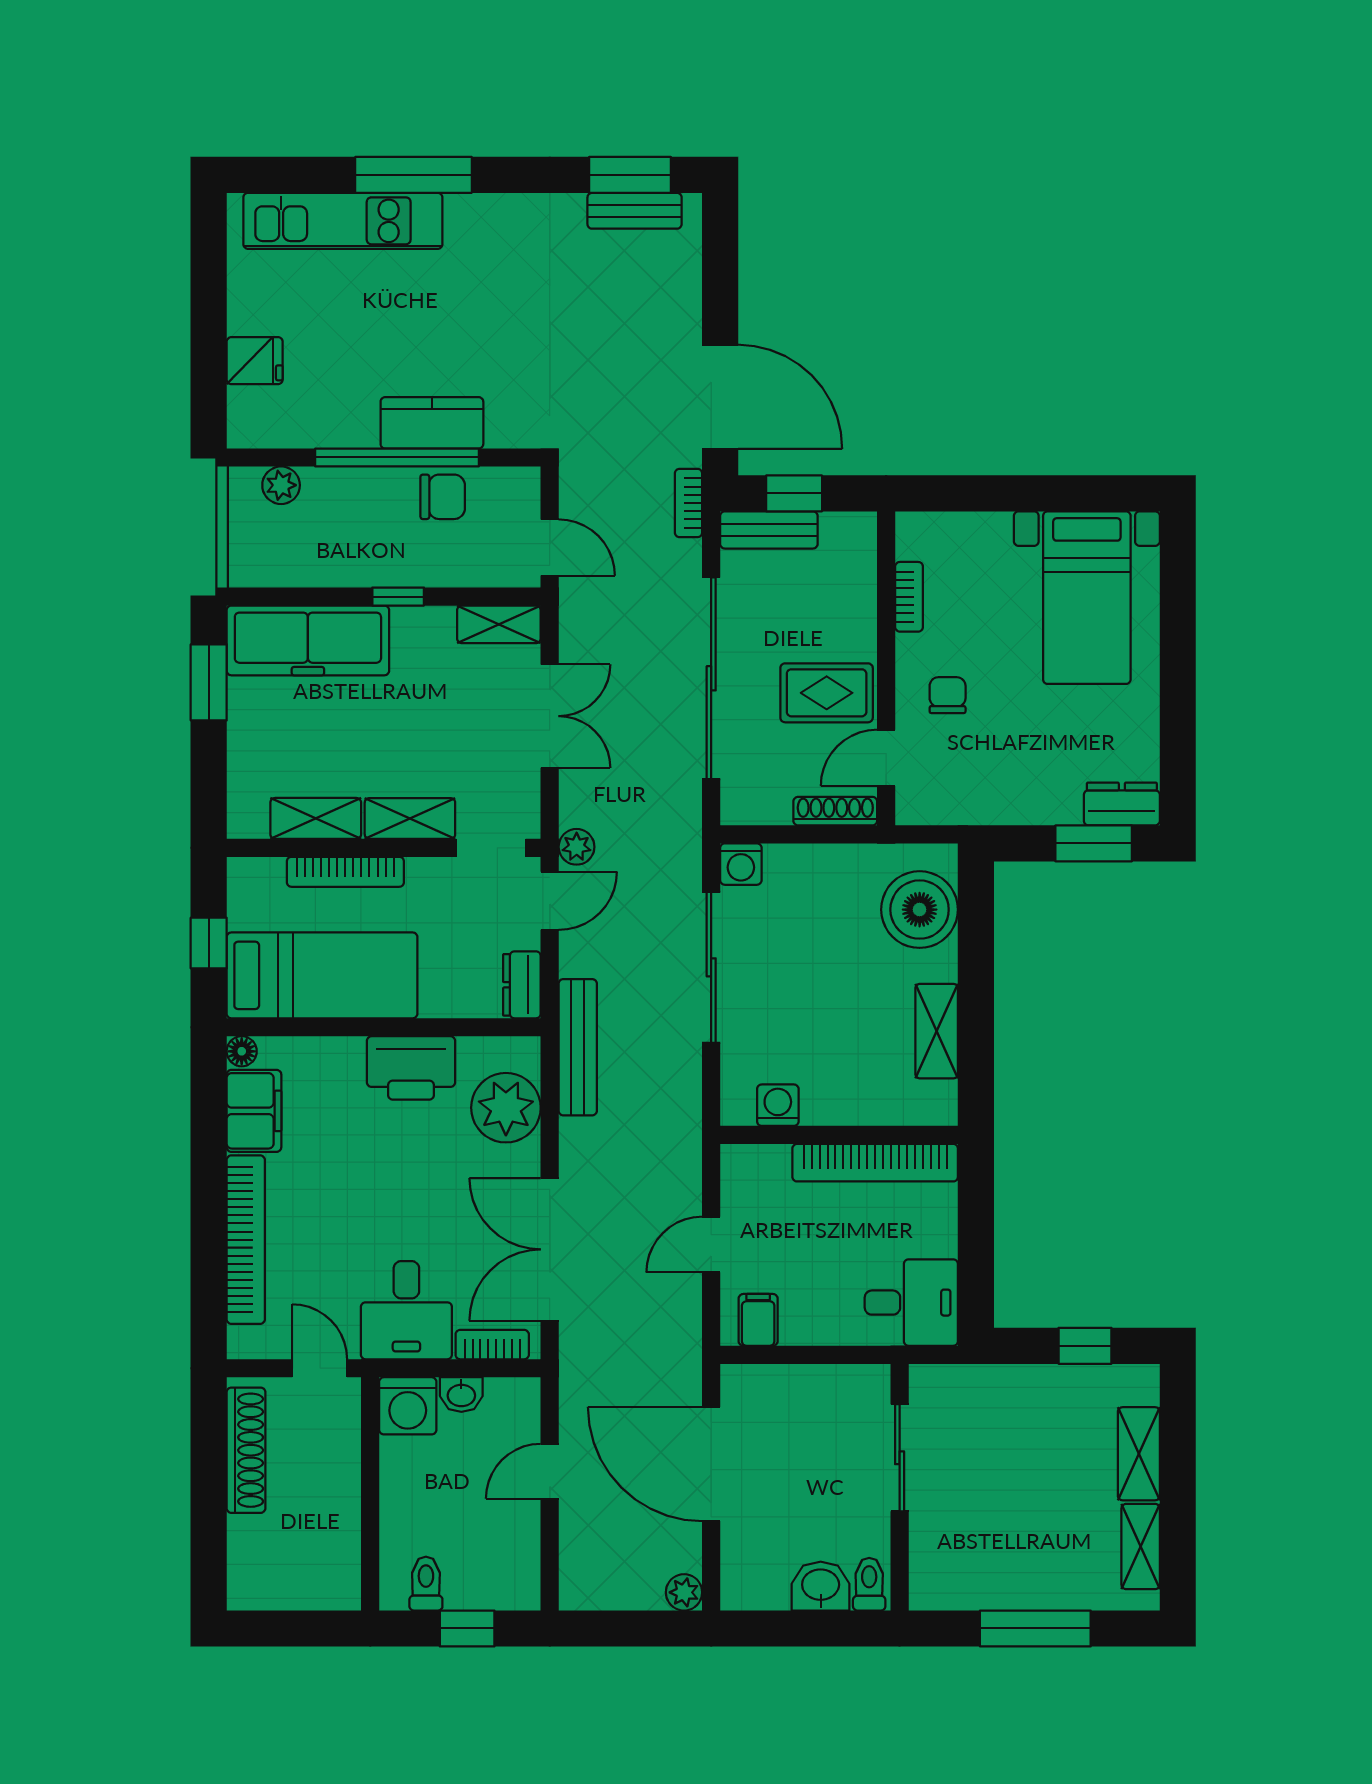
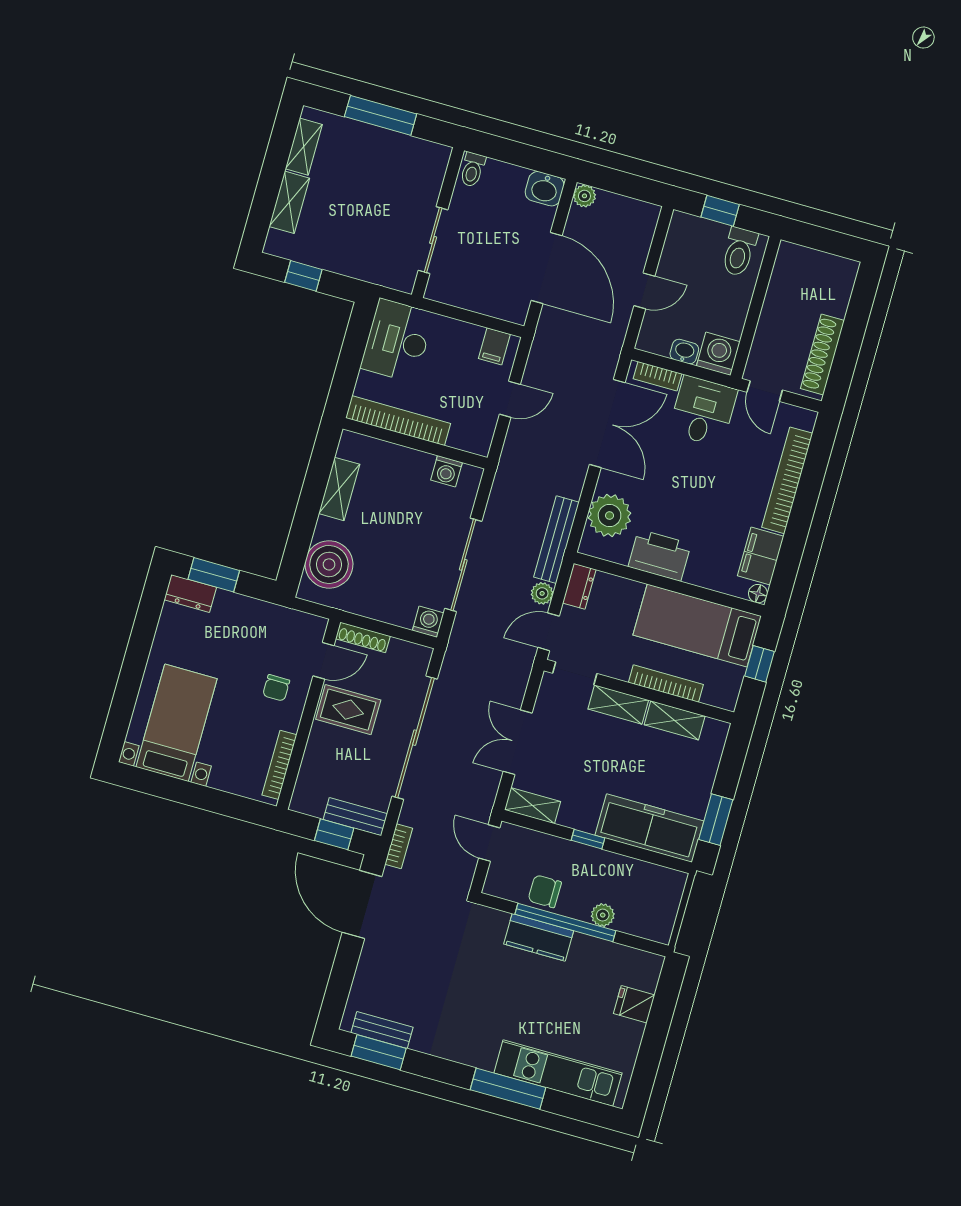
plant: (281, 485) -> (603, 915), moved
bookcase: (909, 597) -> (279, 765), width x1.56
plant: (577, 847) -> (542, 593), moved
desk: (911, 1303) -> (397, 341), width x1.37
toilet: (426, 1584) -> (739, 252), width x1.37, depth x1.39
washbasin: (821, 1586) -> (545, 189), moved

